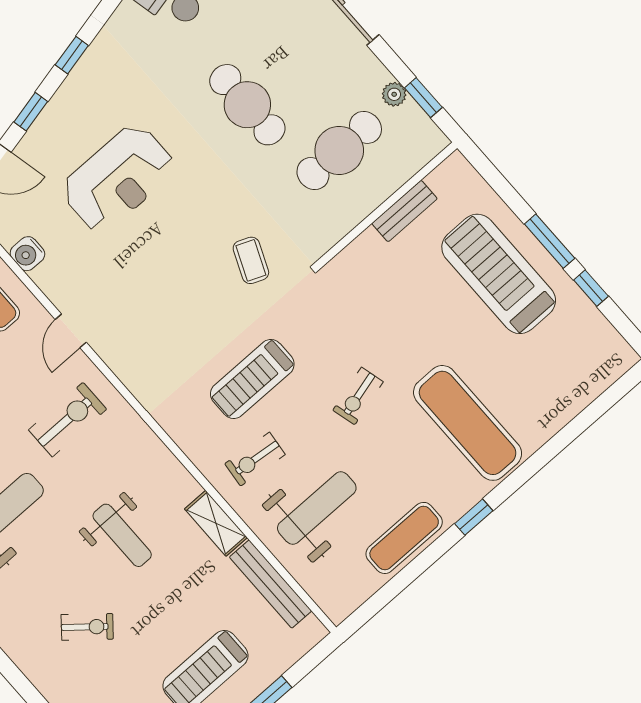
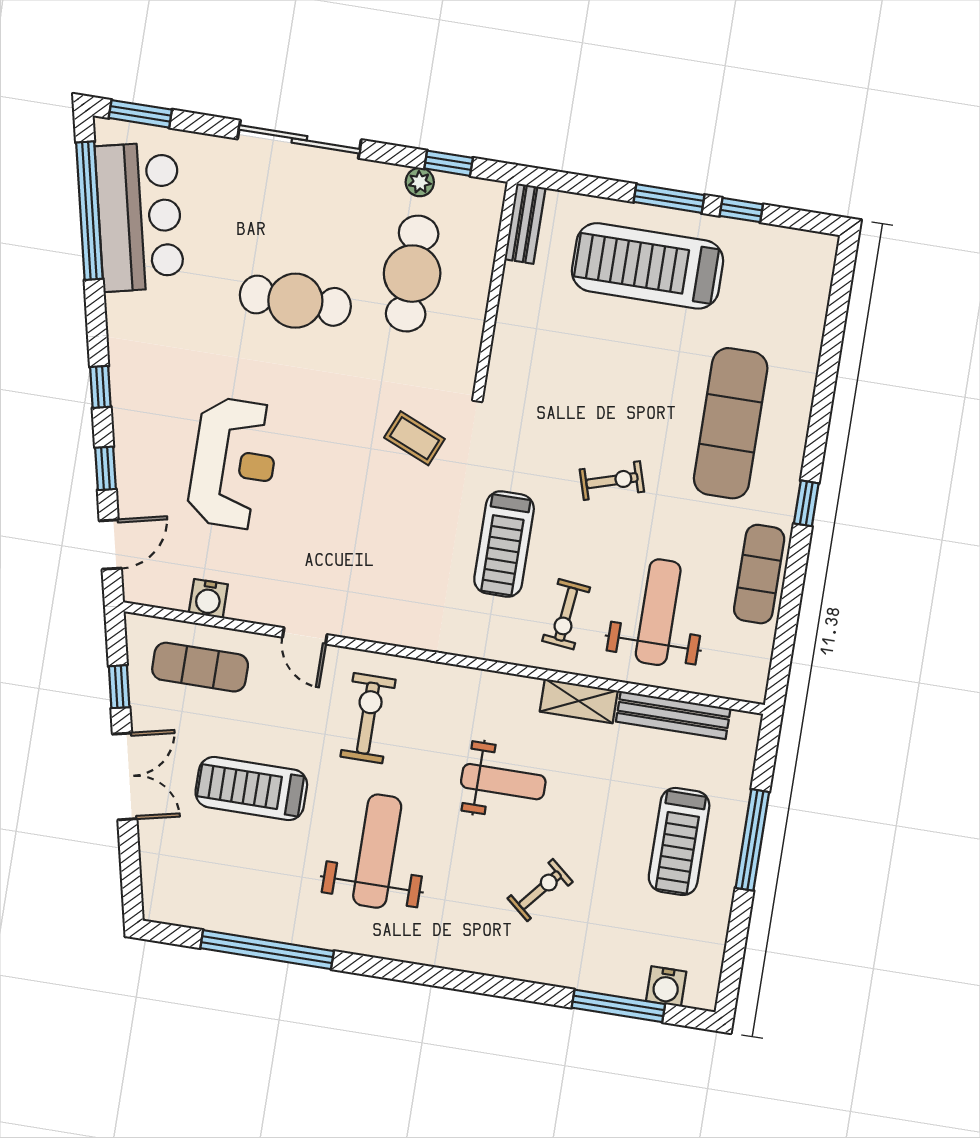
bench: (404, 211) -> (525, 224), moved
exercise bike: (358, 396) -> (612, 481), turned -92
exercise mat: (468, 423) -> (731, 423), turned 90

